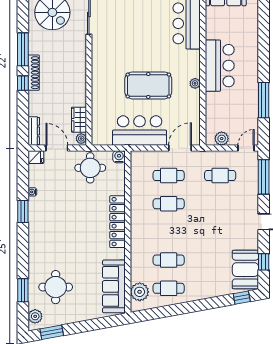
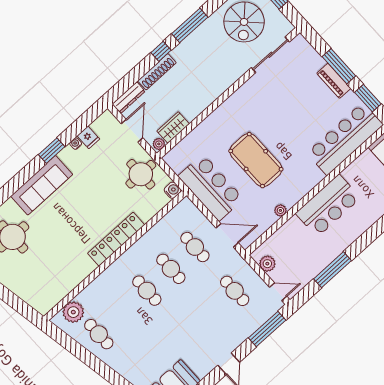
shoe rack: (34, 73) -> (157, 72), moved
plant: (195, 83) -> (280, 210), moved
fridge: (36, 157) -> (88, 137), moved
cafe table: (169, 260) -> (147, 291), moved
sofa: (114, 286) -> (42, 185), moved, turned 180

